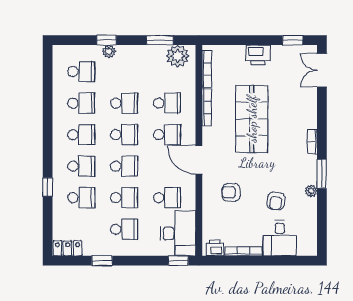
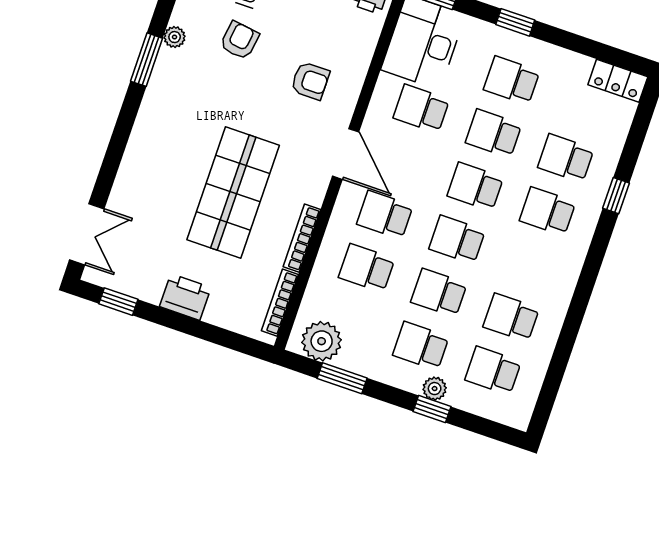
school desk: (81, 135) -> (421, 346), moved
bookcase: (312, 142) -> (144, 119), removed
window: (102, 261) -> (515, 22), moved

